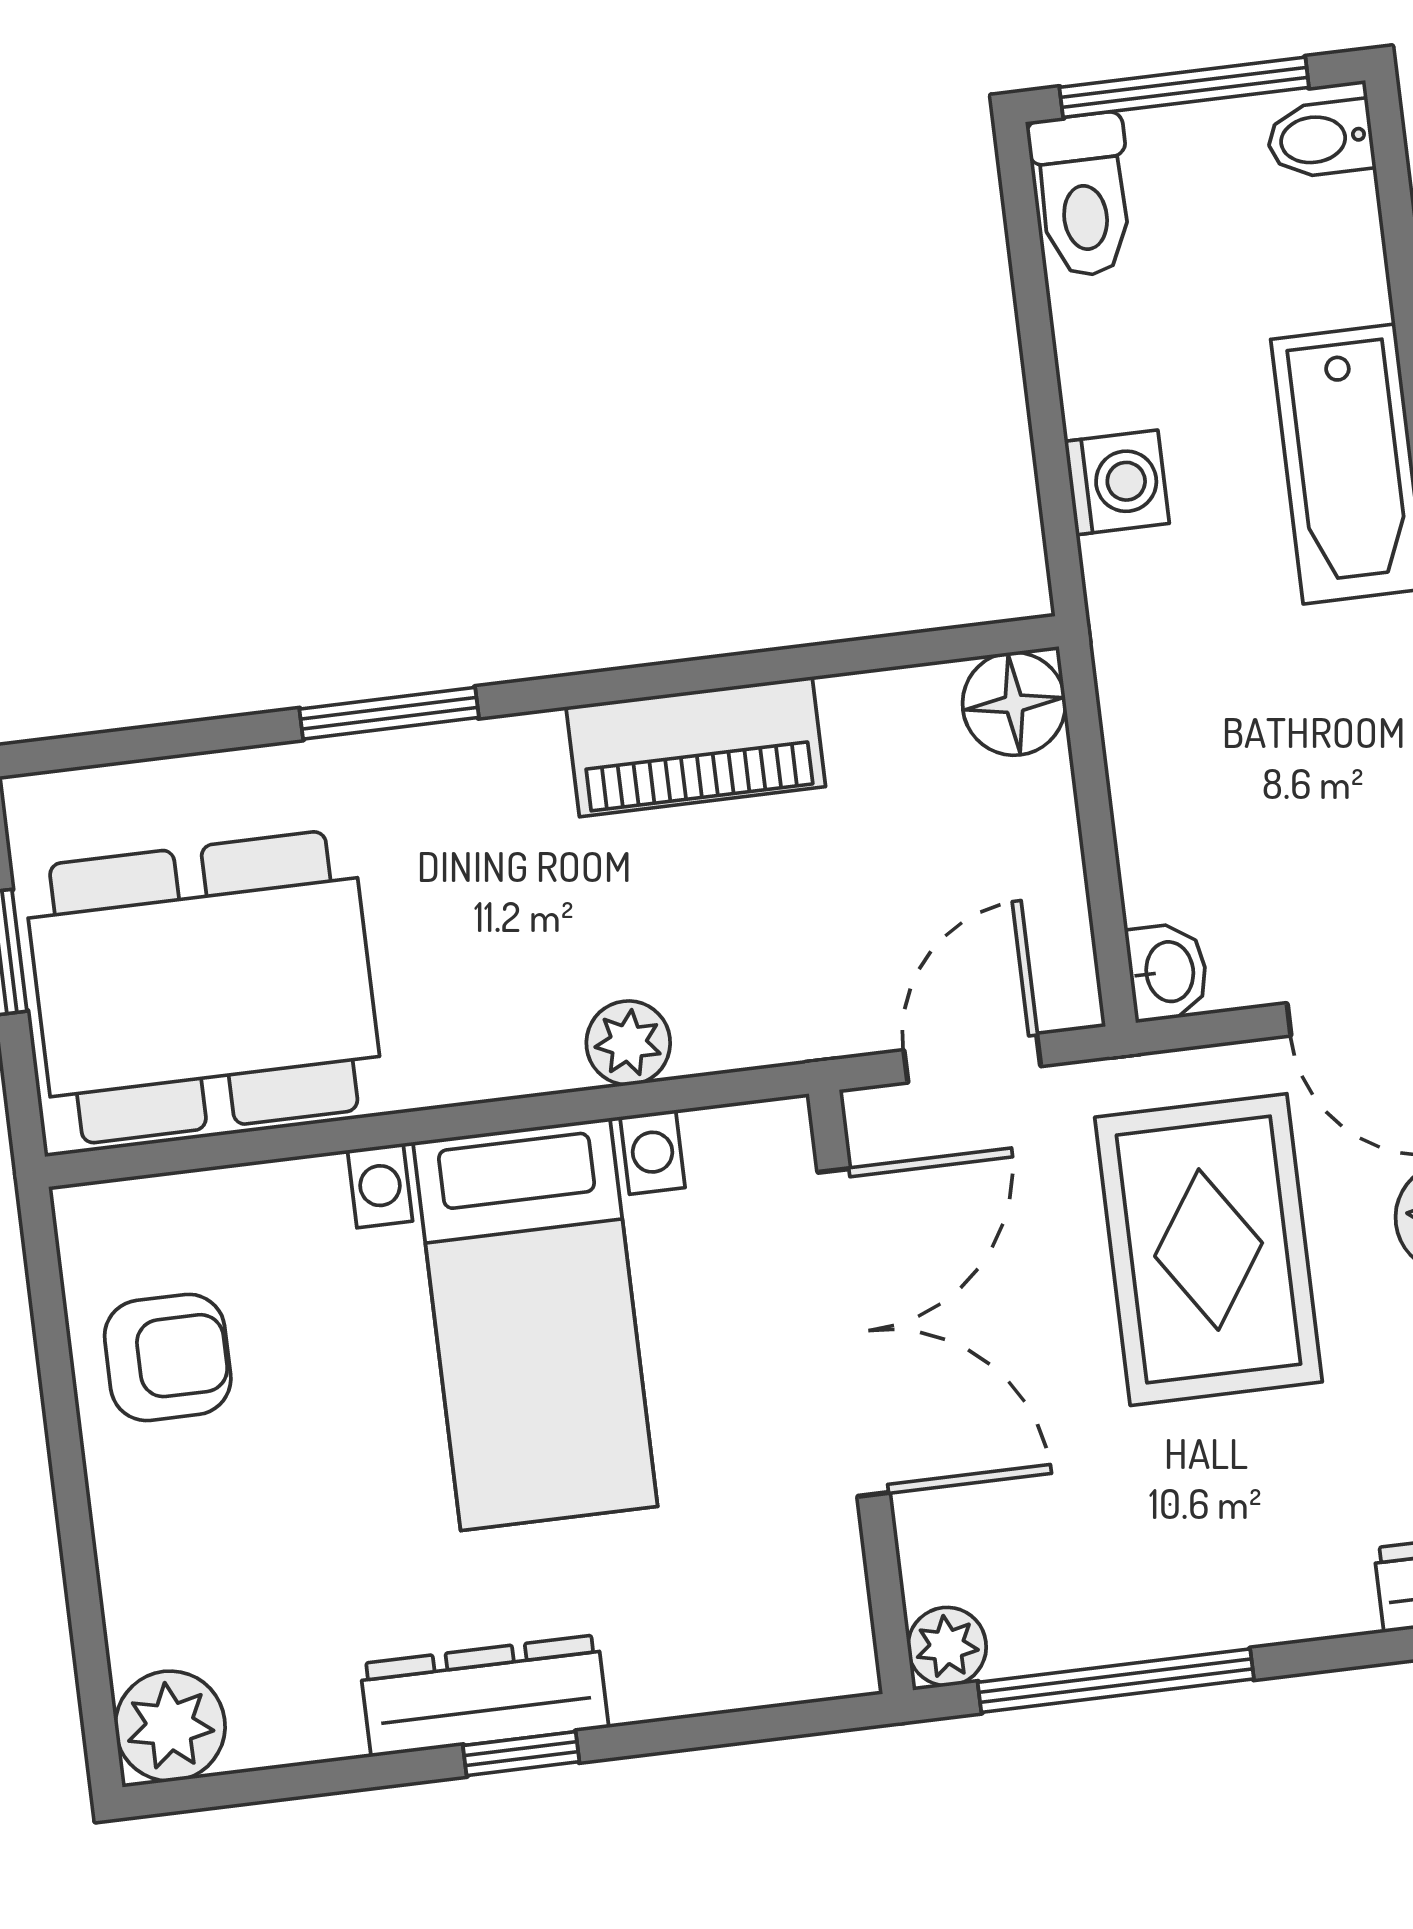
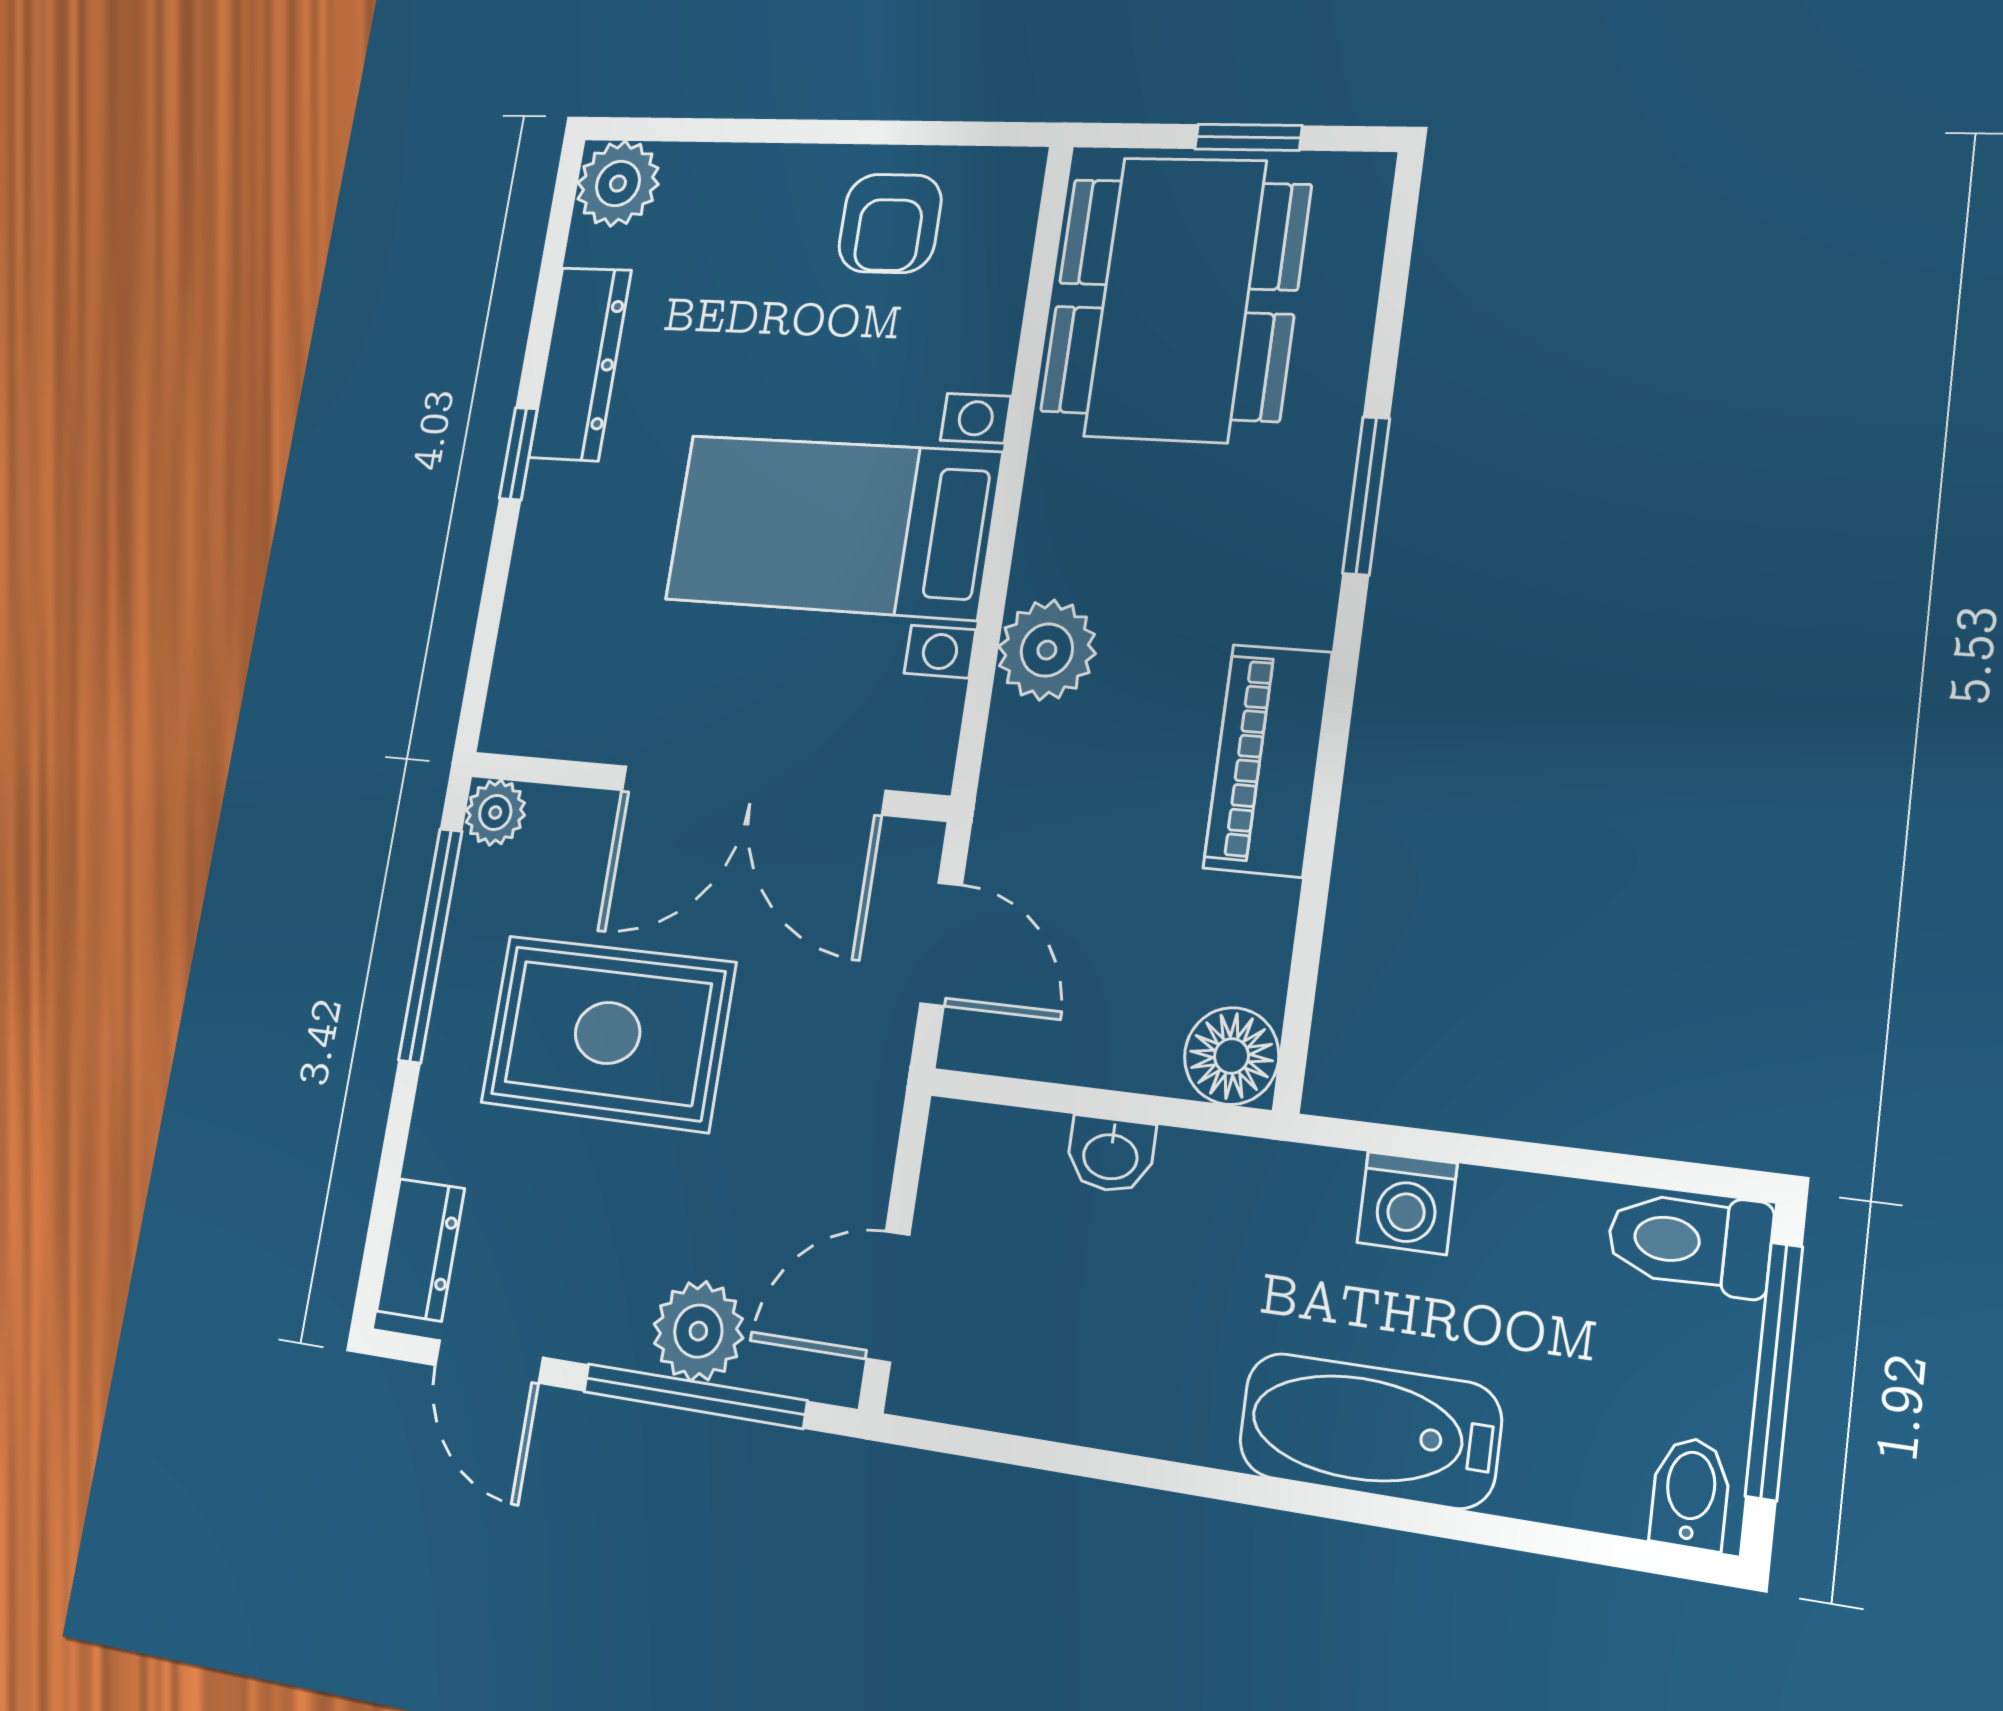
washbasin: (1168, 972) -> (1111, 1155), moved
plant: (628, 1043) -> (1047, 650), width x1.38, depth x1.38
rug: (1209, 1250) -> (608, 1033), moved
dresser: (484, 1696) -> (580, 364), moved

